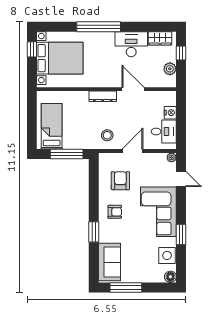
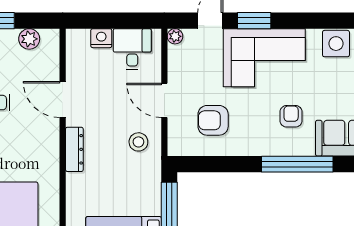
door: (133, 89) -> (63, 100), hinge flipped
armchair: (115, 212) -> (291, 116), moved
window: (94, 232) -> (297, 164), width x2.11
window: (181, 234) -> (254, 21), moved

